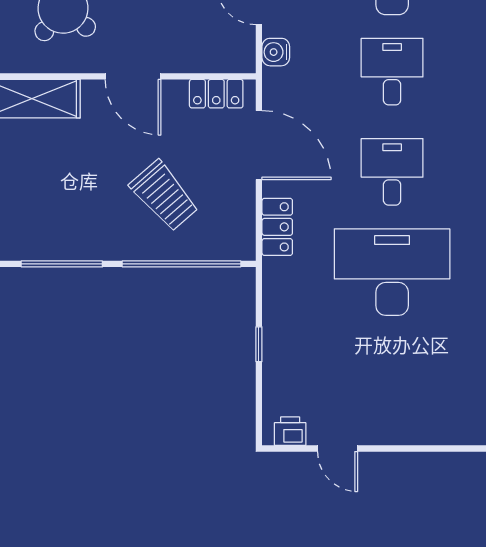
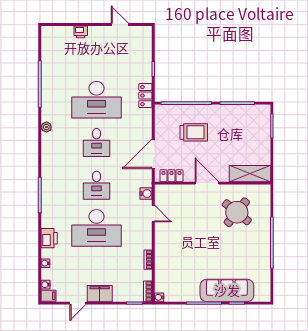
door: (259, 145) -> (153, 154), hinge flipped
trolley: (164, 196) -> (194, 132), turned 131
locker: (277, 227) -> (145, 96), moved
printer: (290, 431) -> (81, 32), moved

